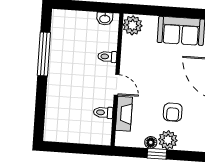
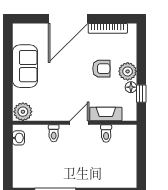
window: (157, 154) -> (141, 94), moved

